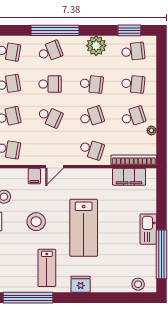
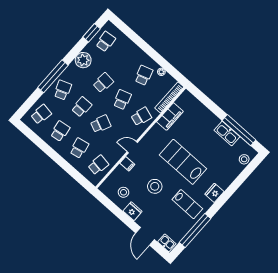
school desk: (133, 84) -> (125, 58), removed
door: (55, 167) -> (132, 147), swing flipped
filing cabinet: (129, 177) -> (170, 116), moved
lab bench: (84, 228) -> (183, 162), turned 180
kitchen sink: (148, 229) -> (227, 133), moved

